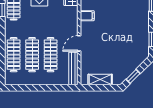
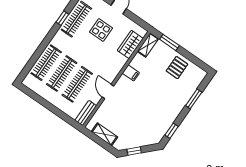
door: (79, 43) -> (108, 92), hinge flipped
bench: (73, 69) -> (86, 113), width x0.73

